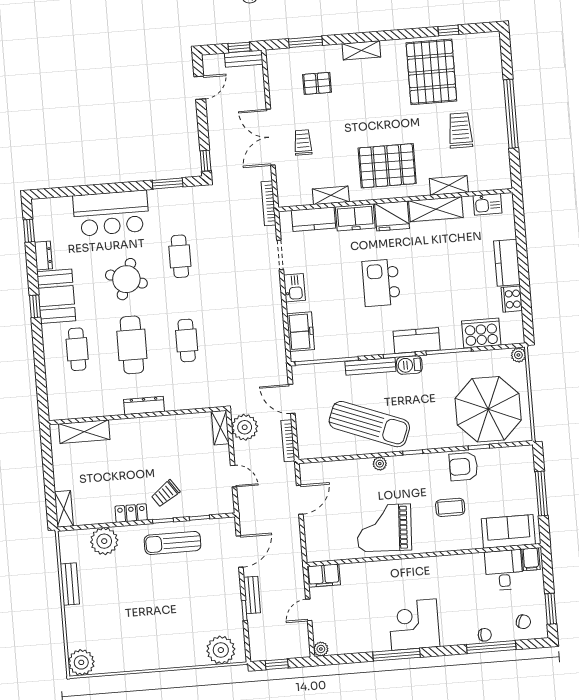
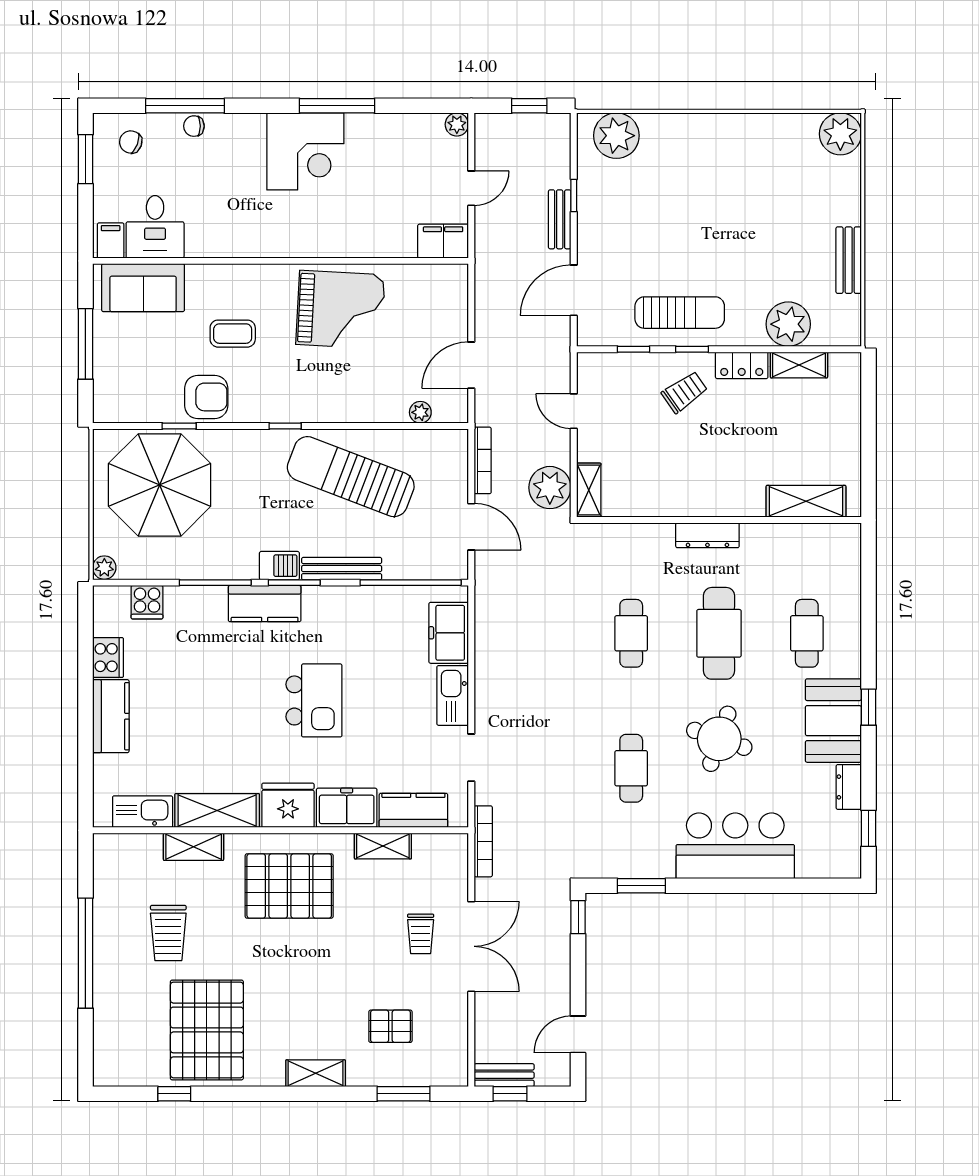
kitchen sink: (487, 204) -> (143, 812), width x1.38
kitchen sink: (294, 288) -> (453, 695), width x1.38
cooker: (481, 333) -> (147, 602), width x0.53, depth x0.76
plant: (380, 464) -> (420, 412), moved
shelving: (64, 509) -> (799, 365), moved, turned 90

